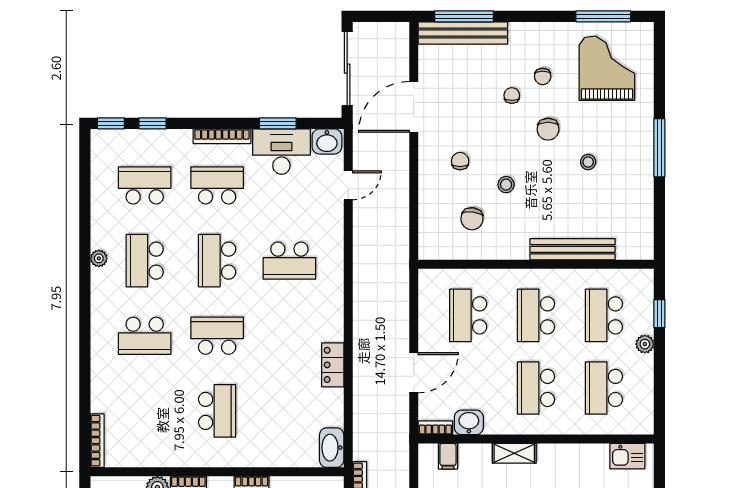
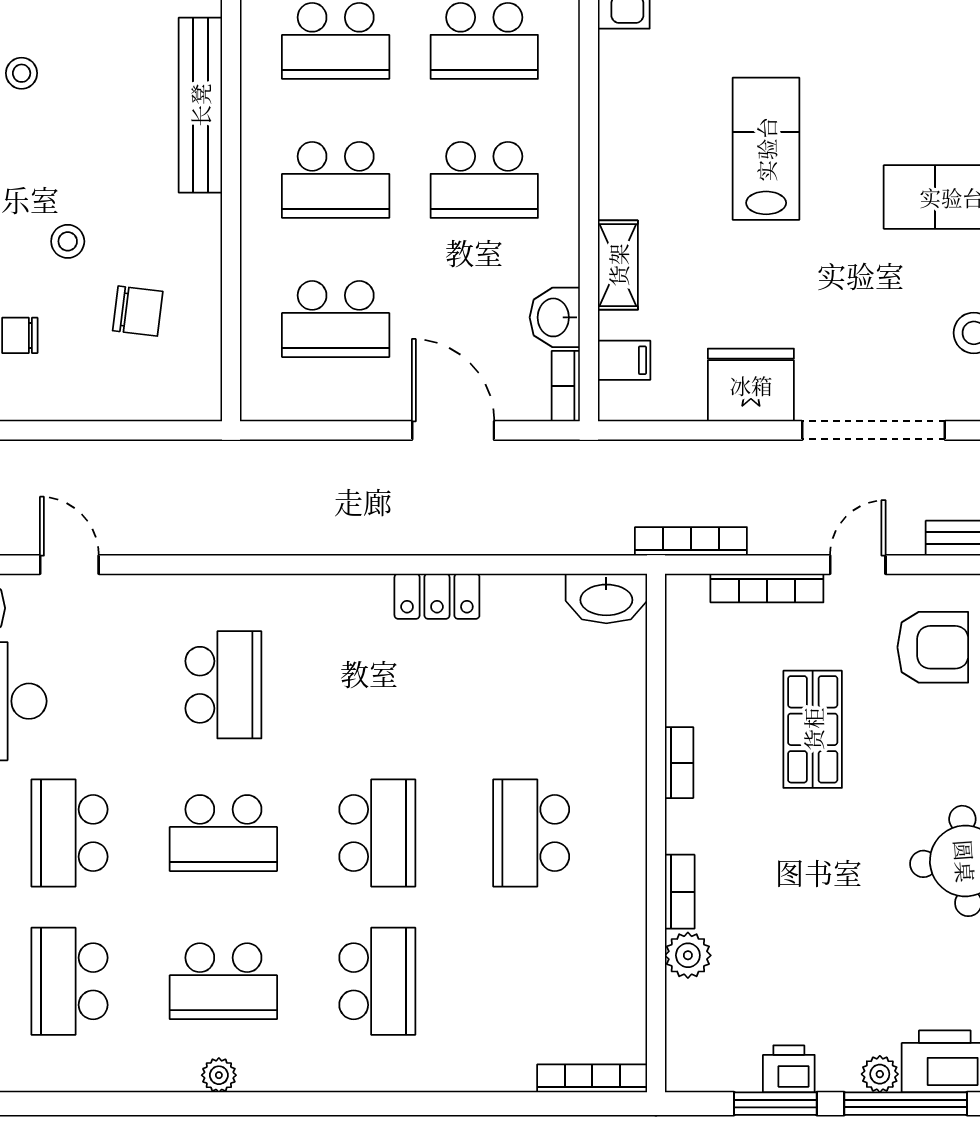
school desk: (217, 336) -> (377, 833), turned 180
school desk: (217, 411) -> (531, 833), turned -90
shelving: (514, 453) -> (618, 265), moved

